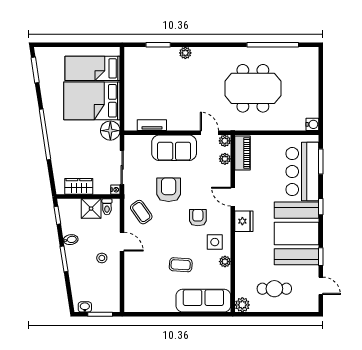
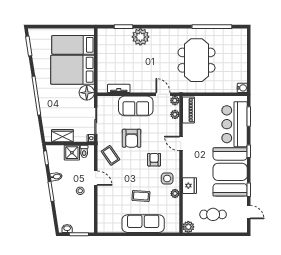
plant: (185, 53) -> (140, 37), width x1.88, depth x1.88
meeting table: (253, 88) -> (196, 60), turned 90
armchair: (169, 190) -> (132, 138), turned 180
fridge: (244, 221) -> (190, 186), moved
sofa: (203, 301) -> (143, 224), moved

